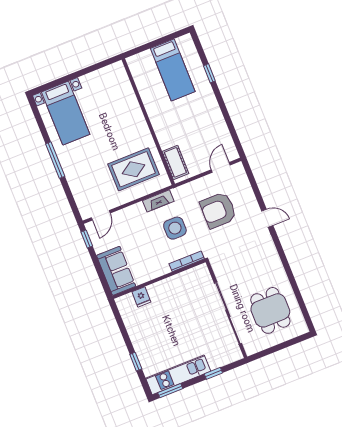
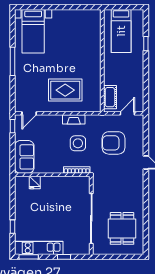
wall: (148, 122) -> (102, 61), moved
cot: (175, 162) -> (110, 97), moved

